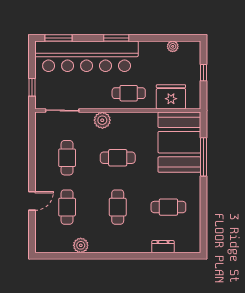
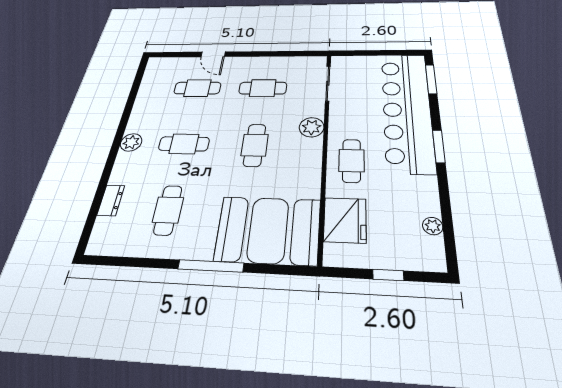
window: (32, 87) -> (360, 53), removed
window: (203, 157) -> (211, 266), moved
plant: (81, 245) -> (131, 142), moved

